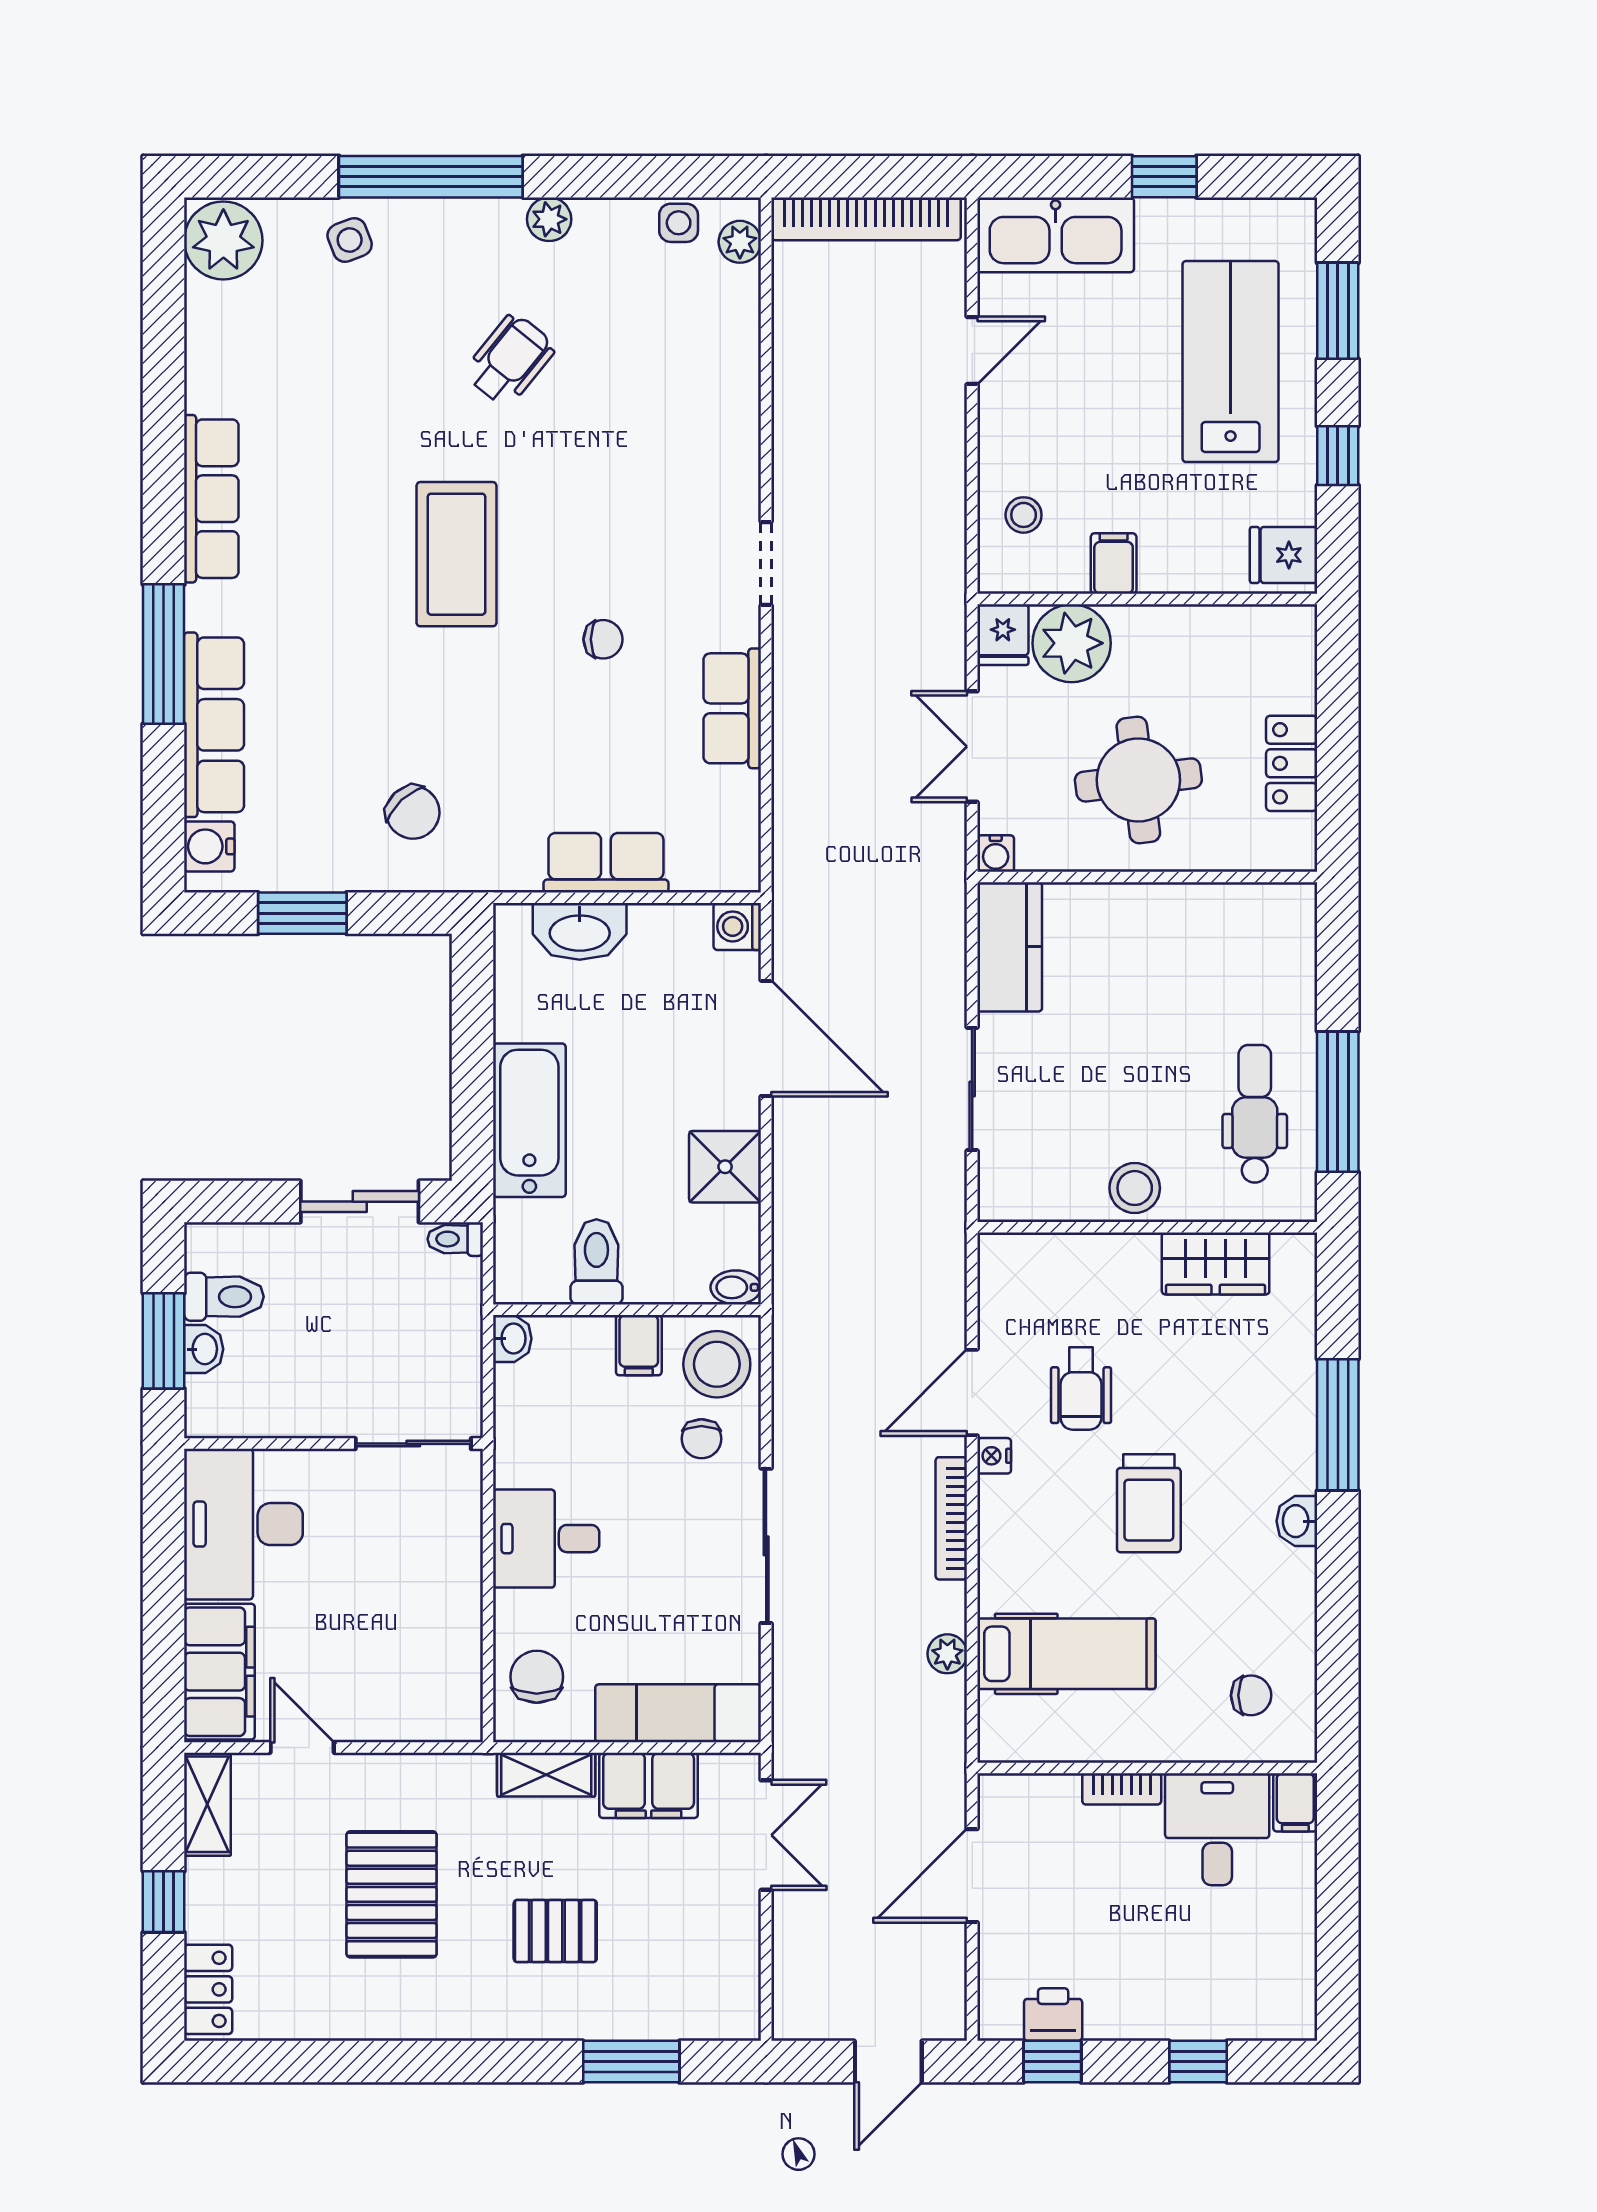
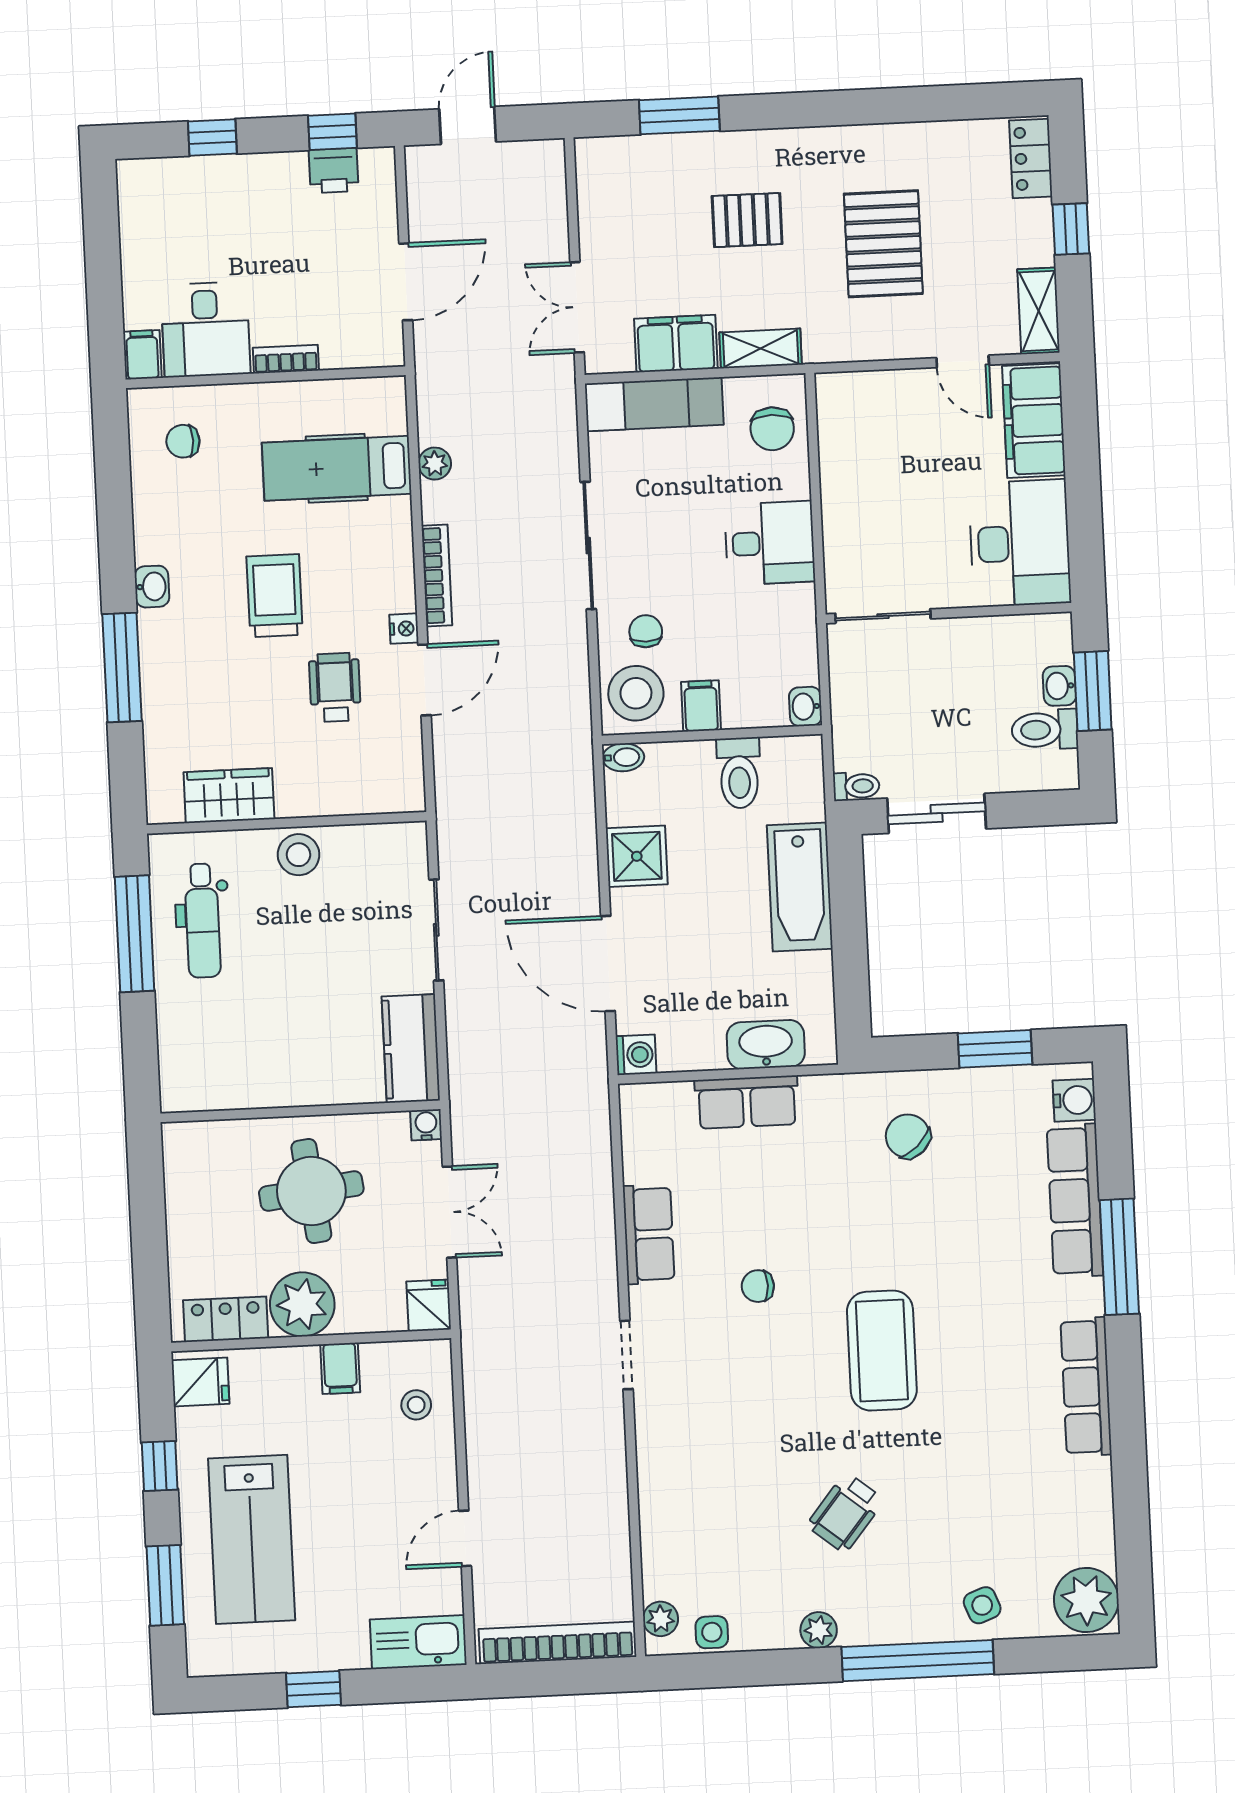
kitchen sink: (1056, 235) -> (418, 1642), width x0.73, depth x0.81
plant: (1072, 643) -> (302, 1304), moved
locker: (1292, 763) -> (226, 1319), moved, turned -90

